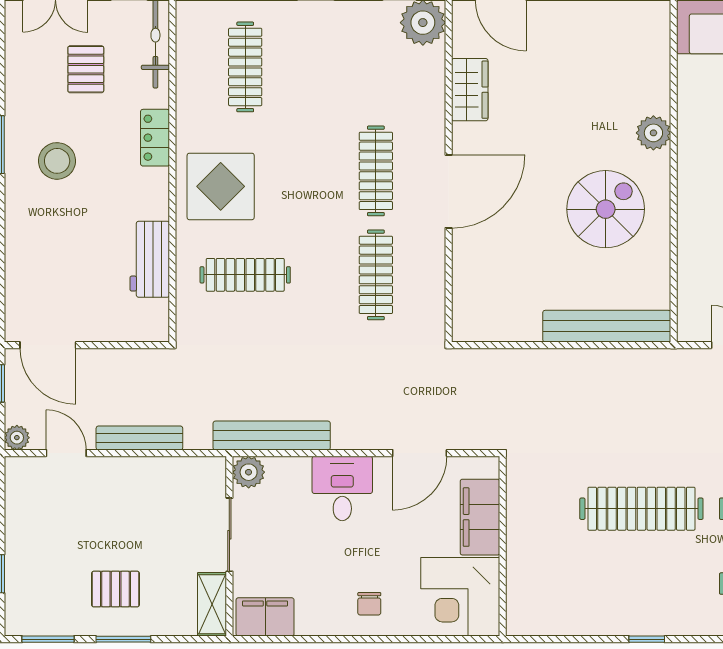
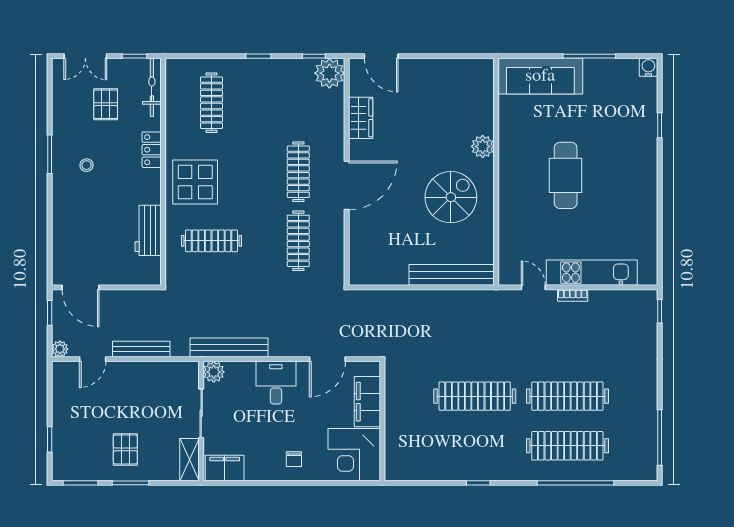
stool: (57, 161) -> (87, 165), width x0.53, depth x0.53
door: (66, 453) -> (93, 359), swing flipped
pallet: (115, 589) -> (125, 449), turned 90

